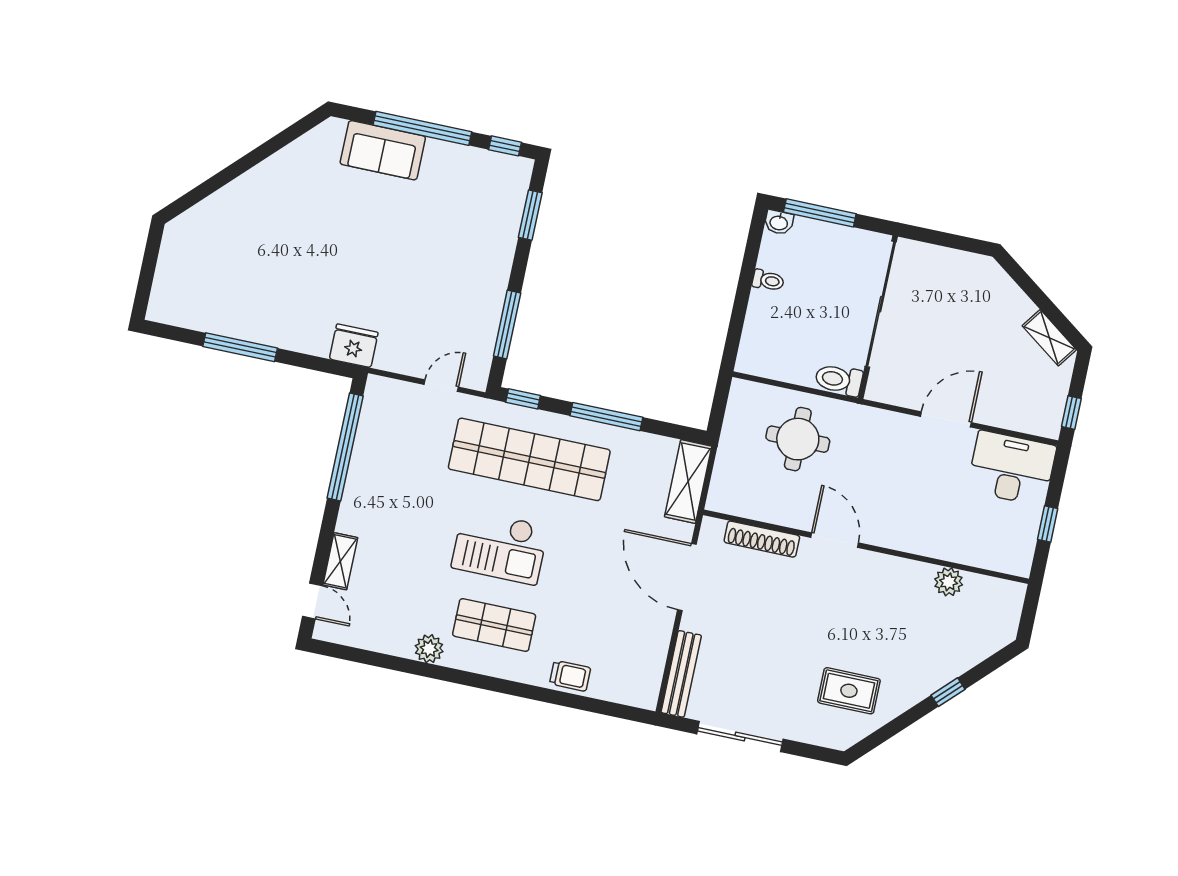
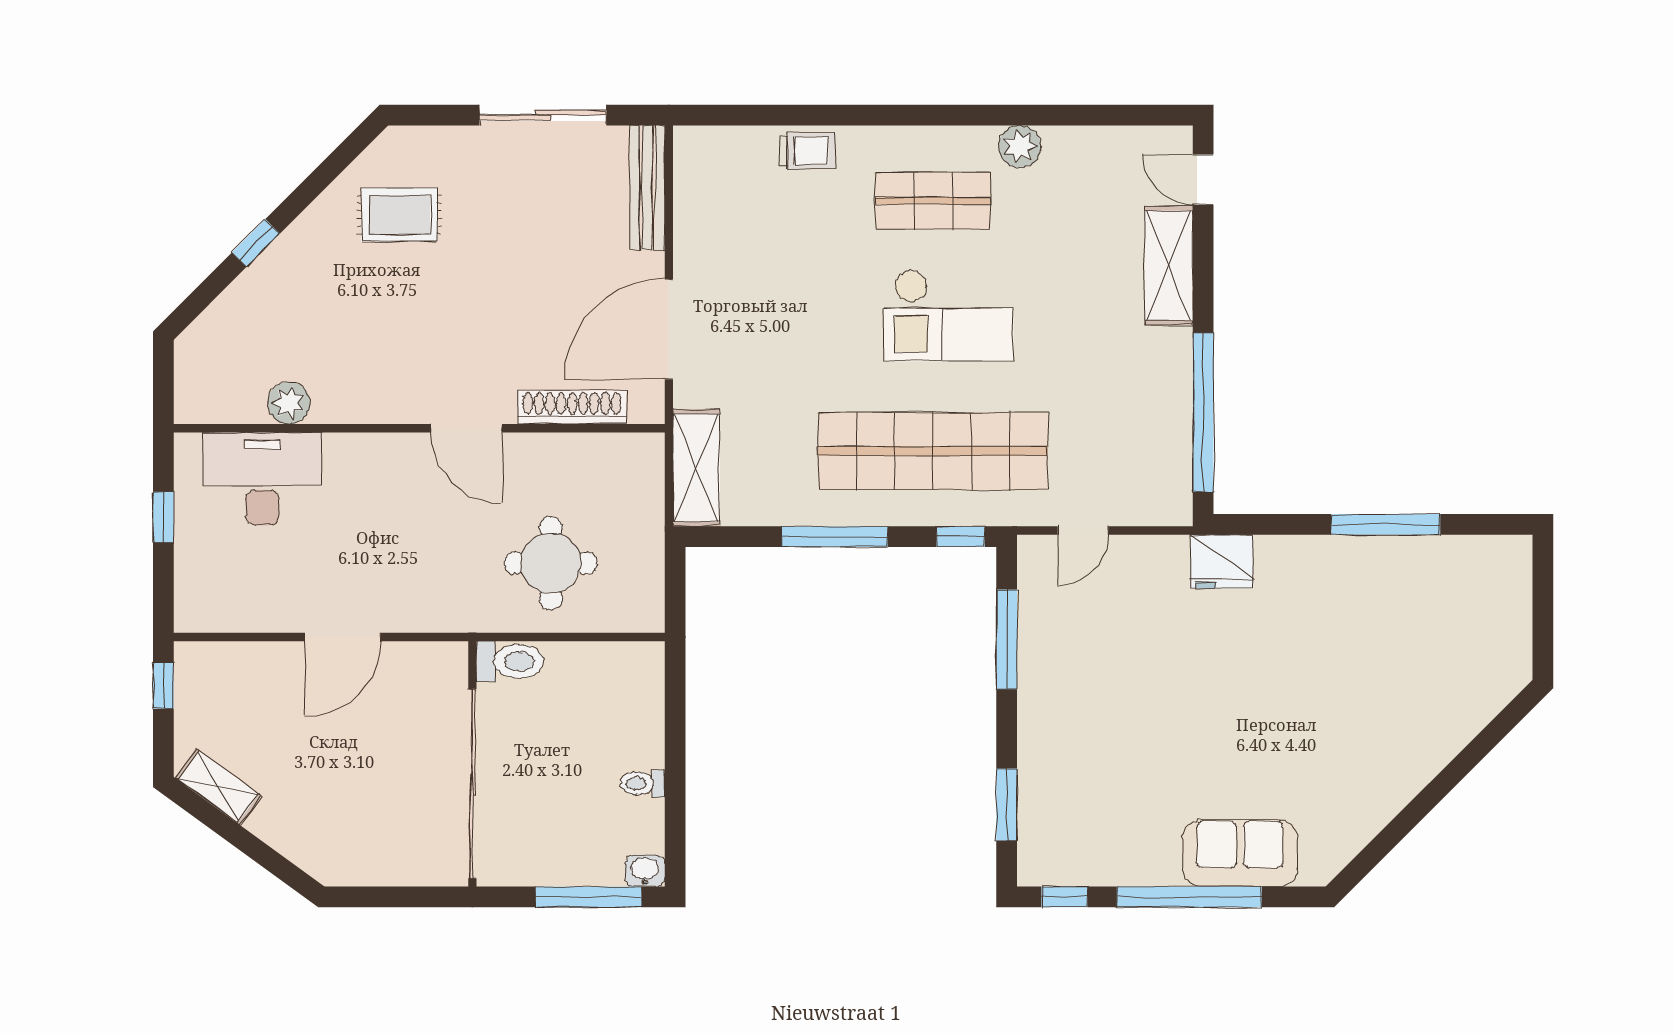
desk: (1012, 468) -> (262, 479), moved, turned 180
checkout: (500, 547) -> (949, 316), turned 180
shelving: (340, 561) -> (1169, 265), width x1.50, depth x1.33
door: (687, 577) -> (669, 329), swing flipped
trolley: (570, 676) -> (807, 151), turned 180

